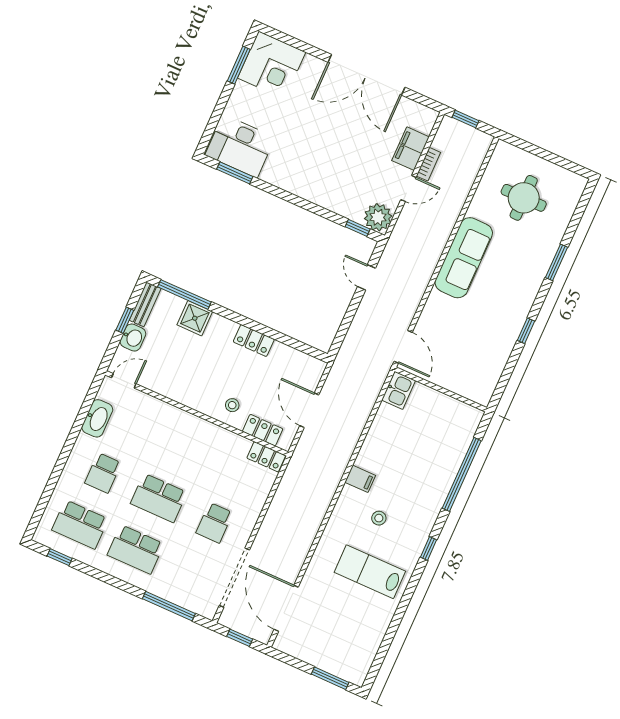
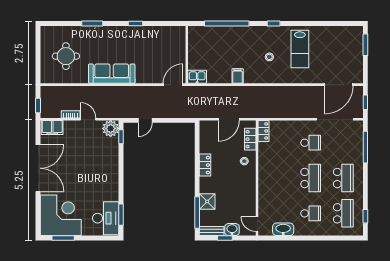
corner desk: (272, 65) -> (61, 215), width x1.36, depth x1.36
filing cabinet: (411, 149) -> (52, 128), moved
filing cabinet: (360, 479) -> (238, 76), moved

